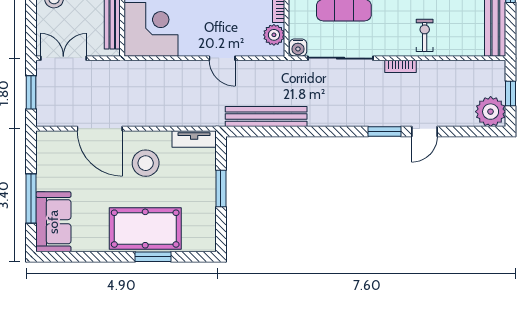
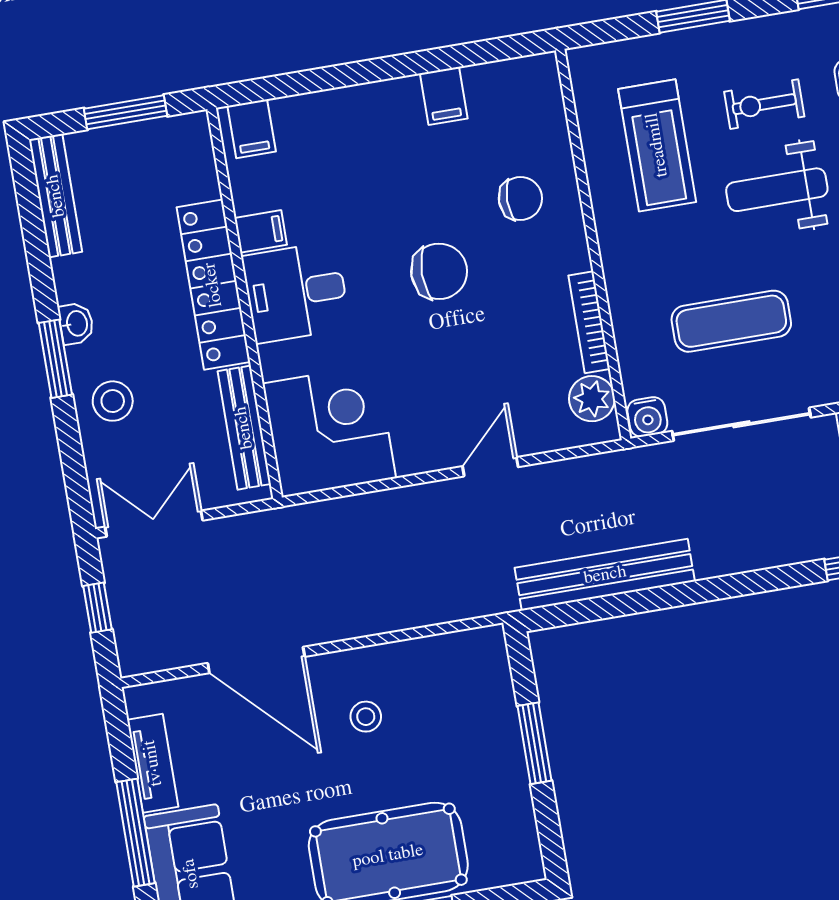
door: (222, 58) -> (490, 467), swing flipped
window: (31, 92) -> (97, 608), width x0.67
tv unit: (194, 139) -> (153, 763), moved, turned -90
stool: (146, 163) -> (366, 717), width x0.53, depth x0.53

